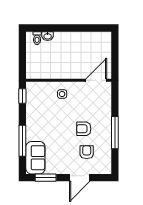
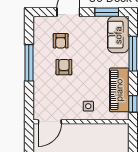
piano: (34, 108) -> (119, 90), added
armchair: (84, 129) -> (64, 67), turned -90

